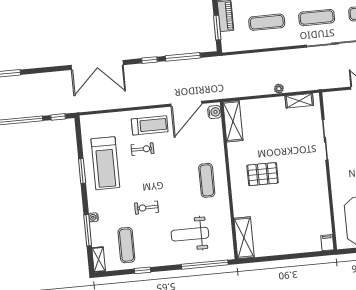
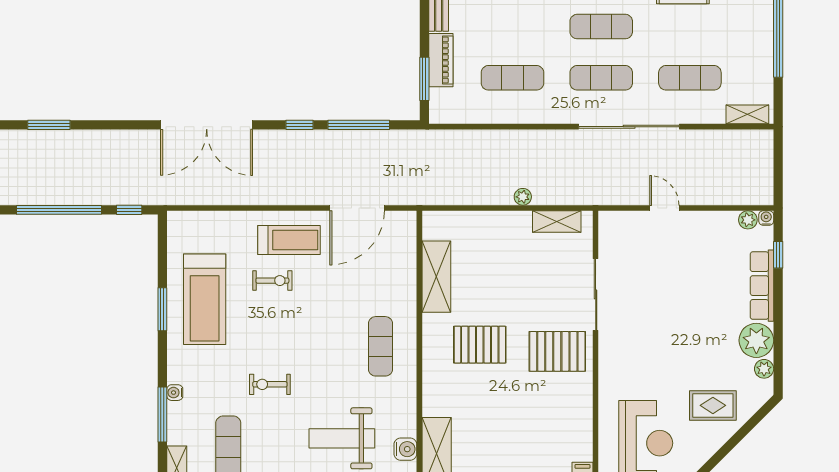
water cooler: (214, 112) -> (405, 449), moved
shelving: (233, 121) -> (436, 277), moved
pallet: (307, 174) -> (557, 351), added

